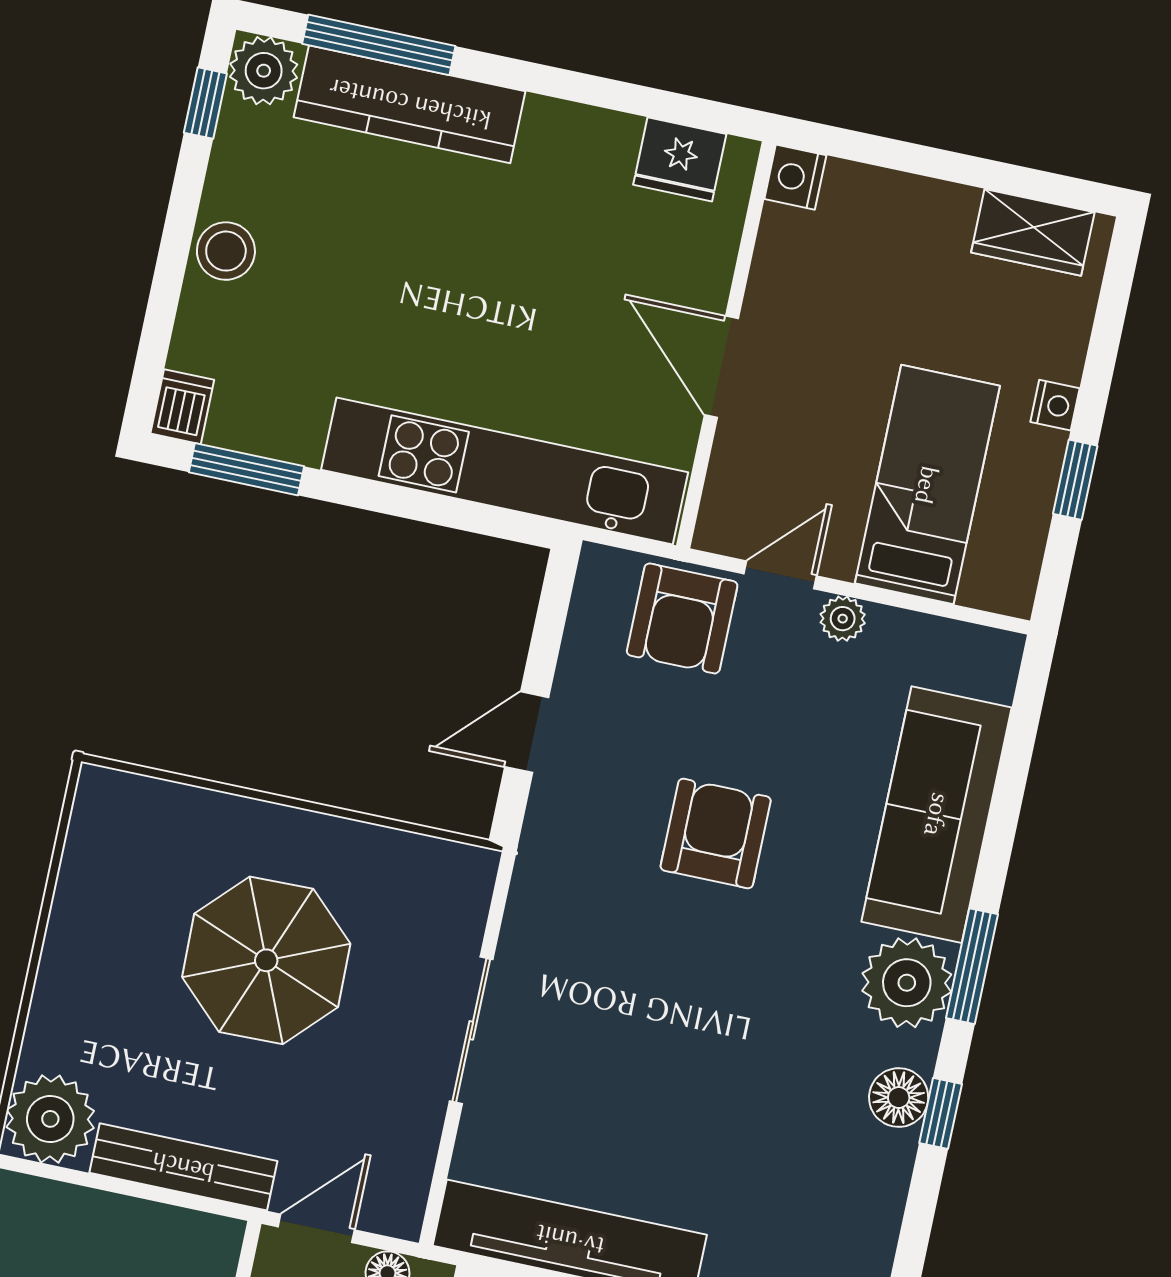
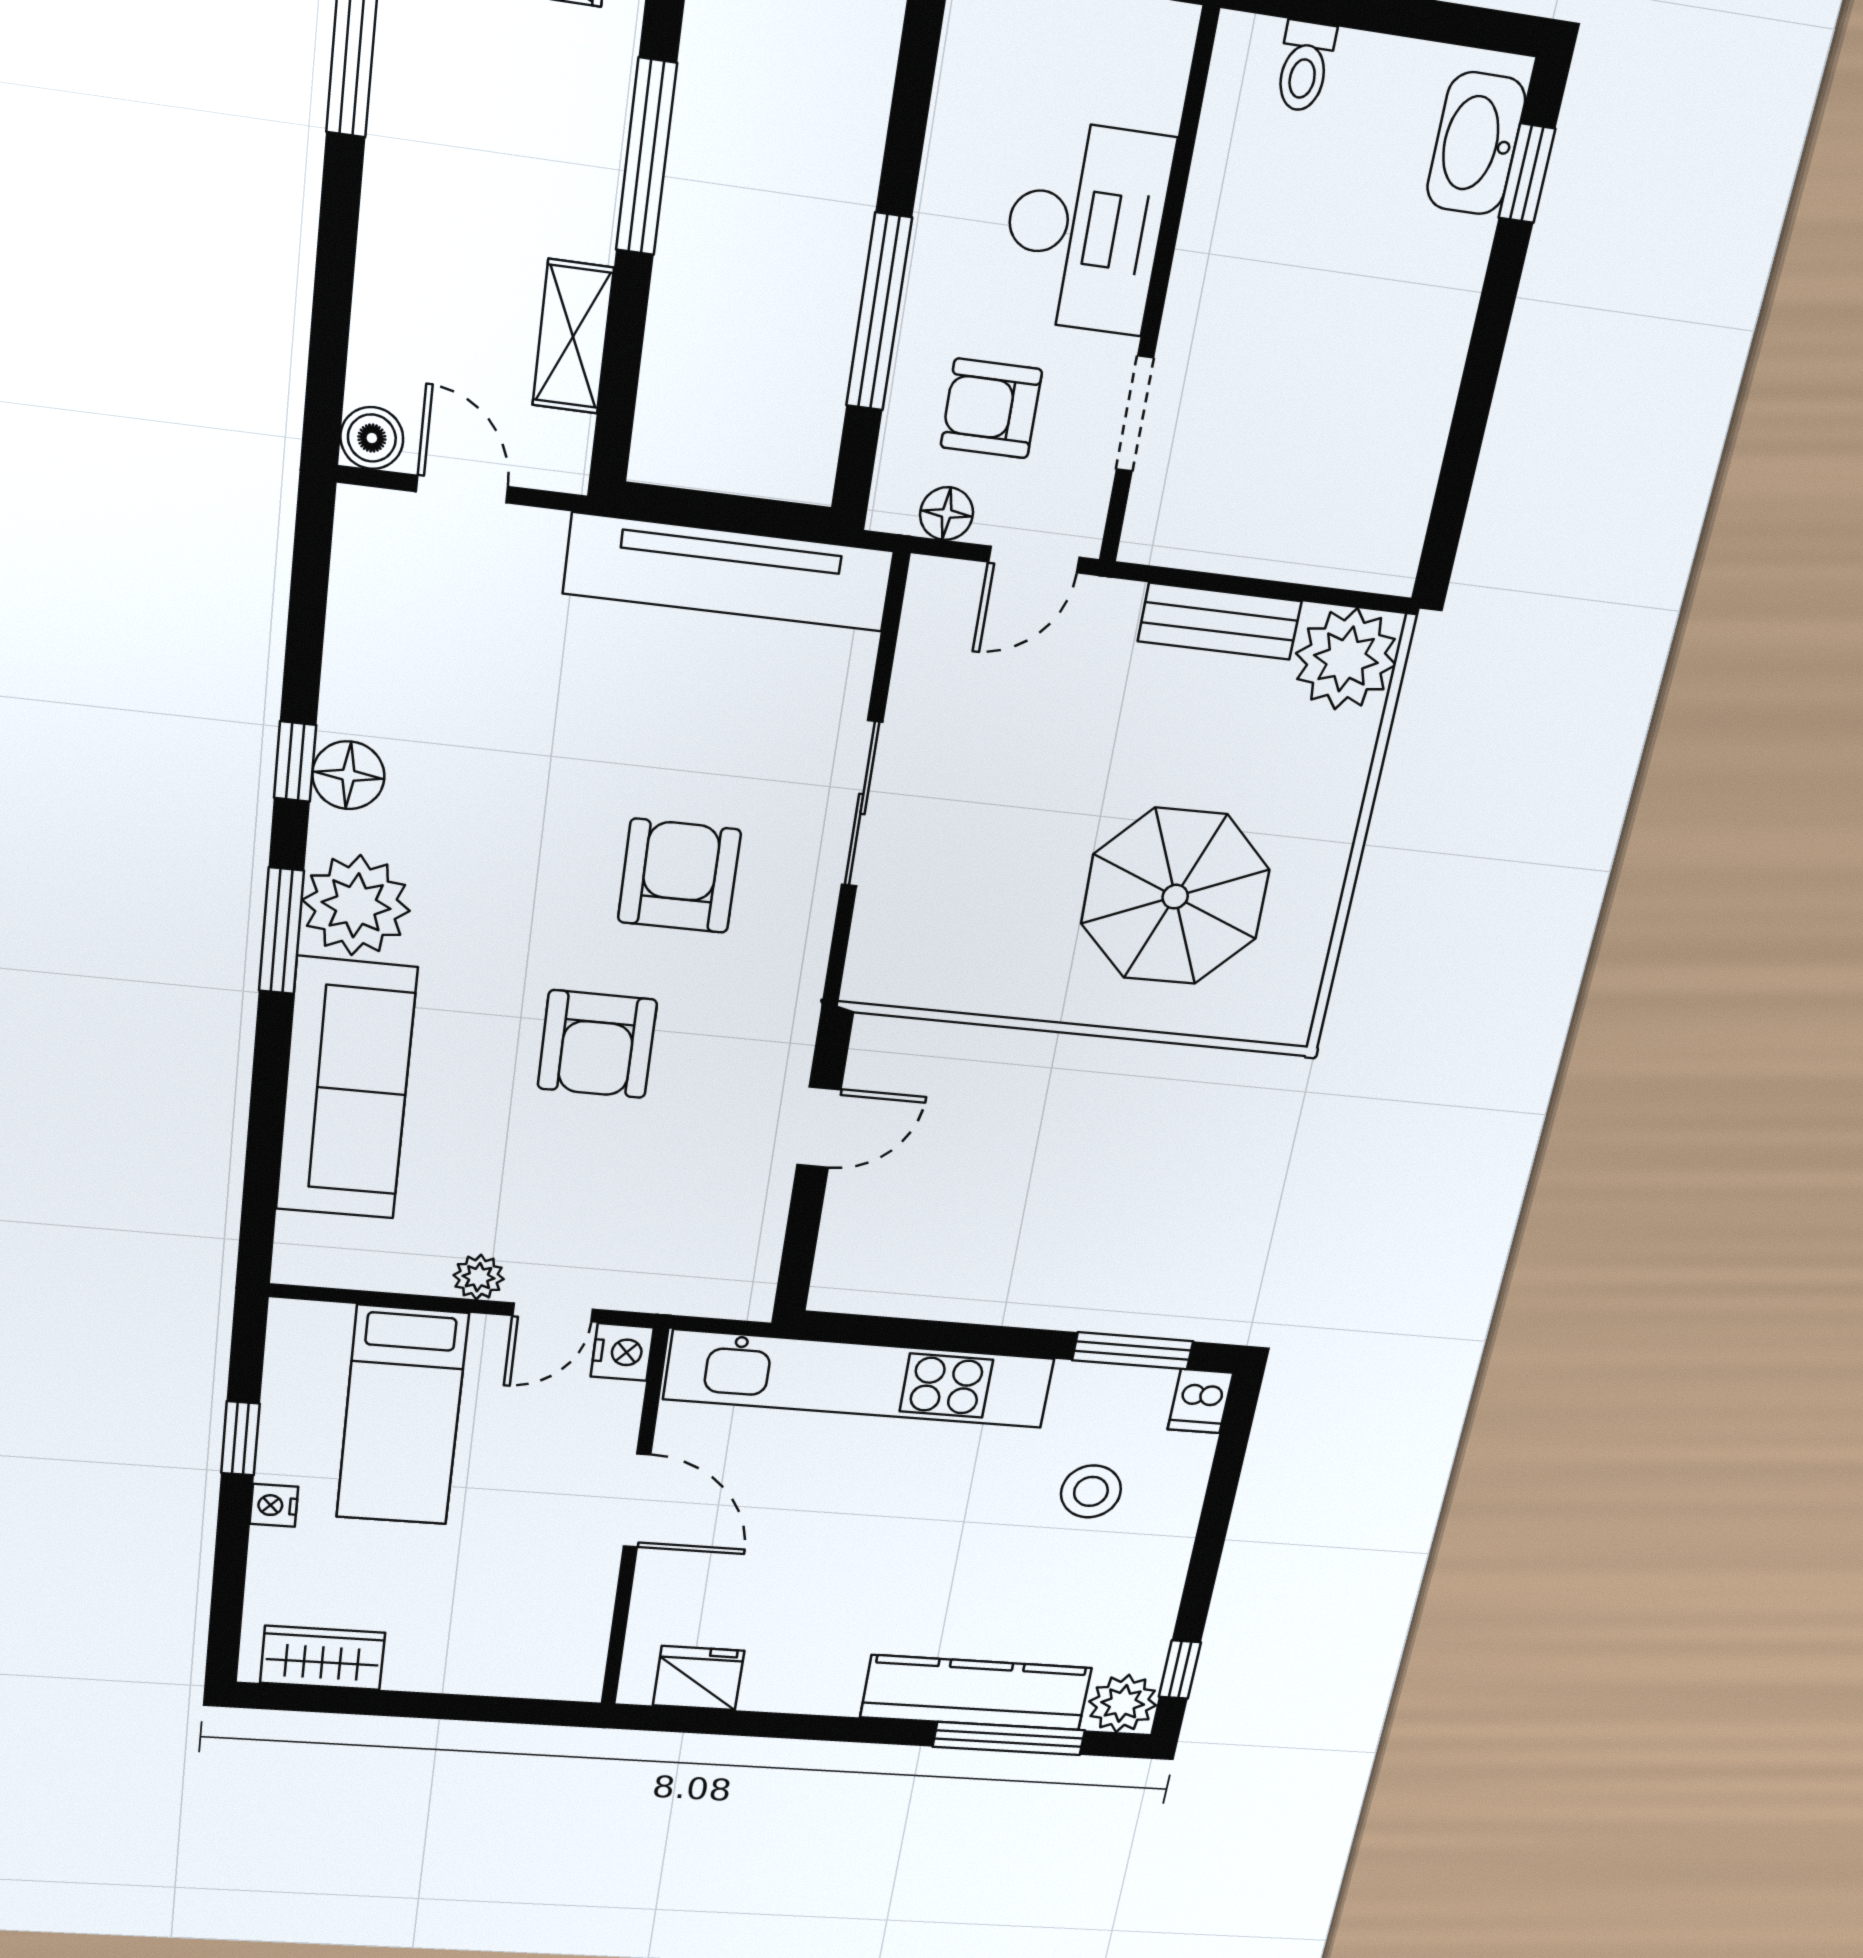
nightstand: (795, 177) -> (622, 1352), moved
stool: (226, 251) -> (1091, 1491), moved
armchair: (682, 618) -> (679, 876), moved
parasol: (266, 960) -> (1175, 897), moved
bench: (183, 1167) -> (1220, 621), width x0.73

